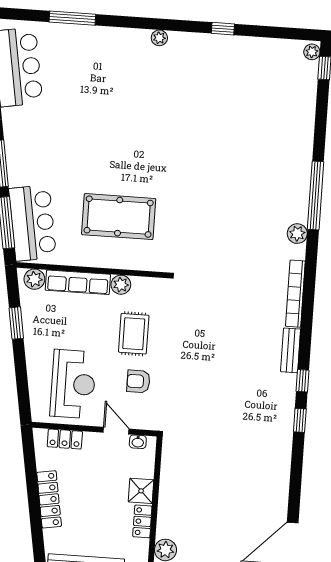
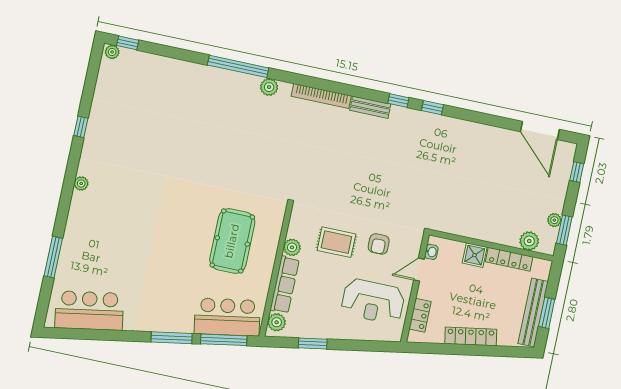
reception desk: (73, 384) -> (373, 301), turned 180
locker: (142, 521) -> (509, 259), width x1.53

